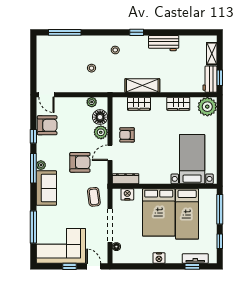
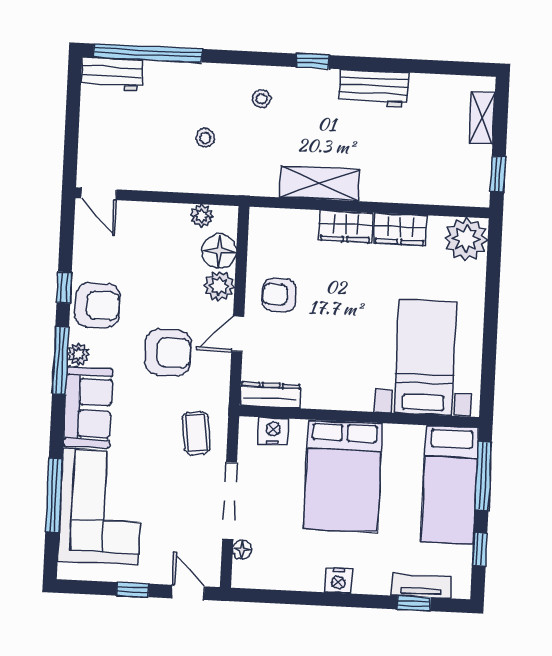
window: (65, 32) -> (148, 53), width x1.46
workbench: (210, 79) -> (112, 74), moved, turned -90
wardrobe: (139, 104) -> (346, 227), moved
armchair: (47, 125) -> (97, 305), moved
bed: (187, 214) -> (450, 485), moved
corner sofa: (61, 246) -> (100, 507), moved, turned 90

